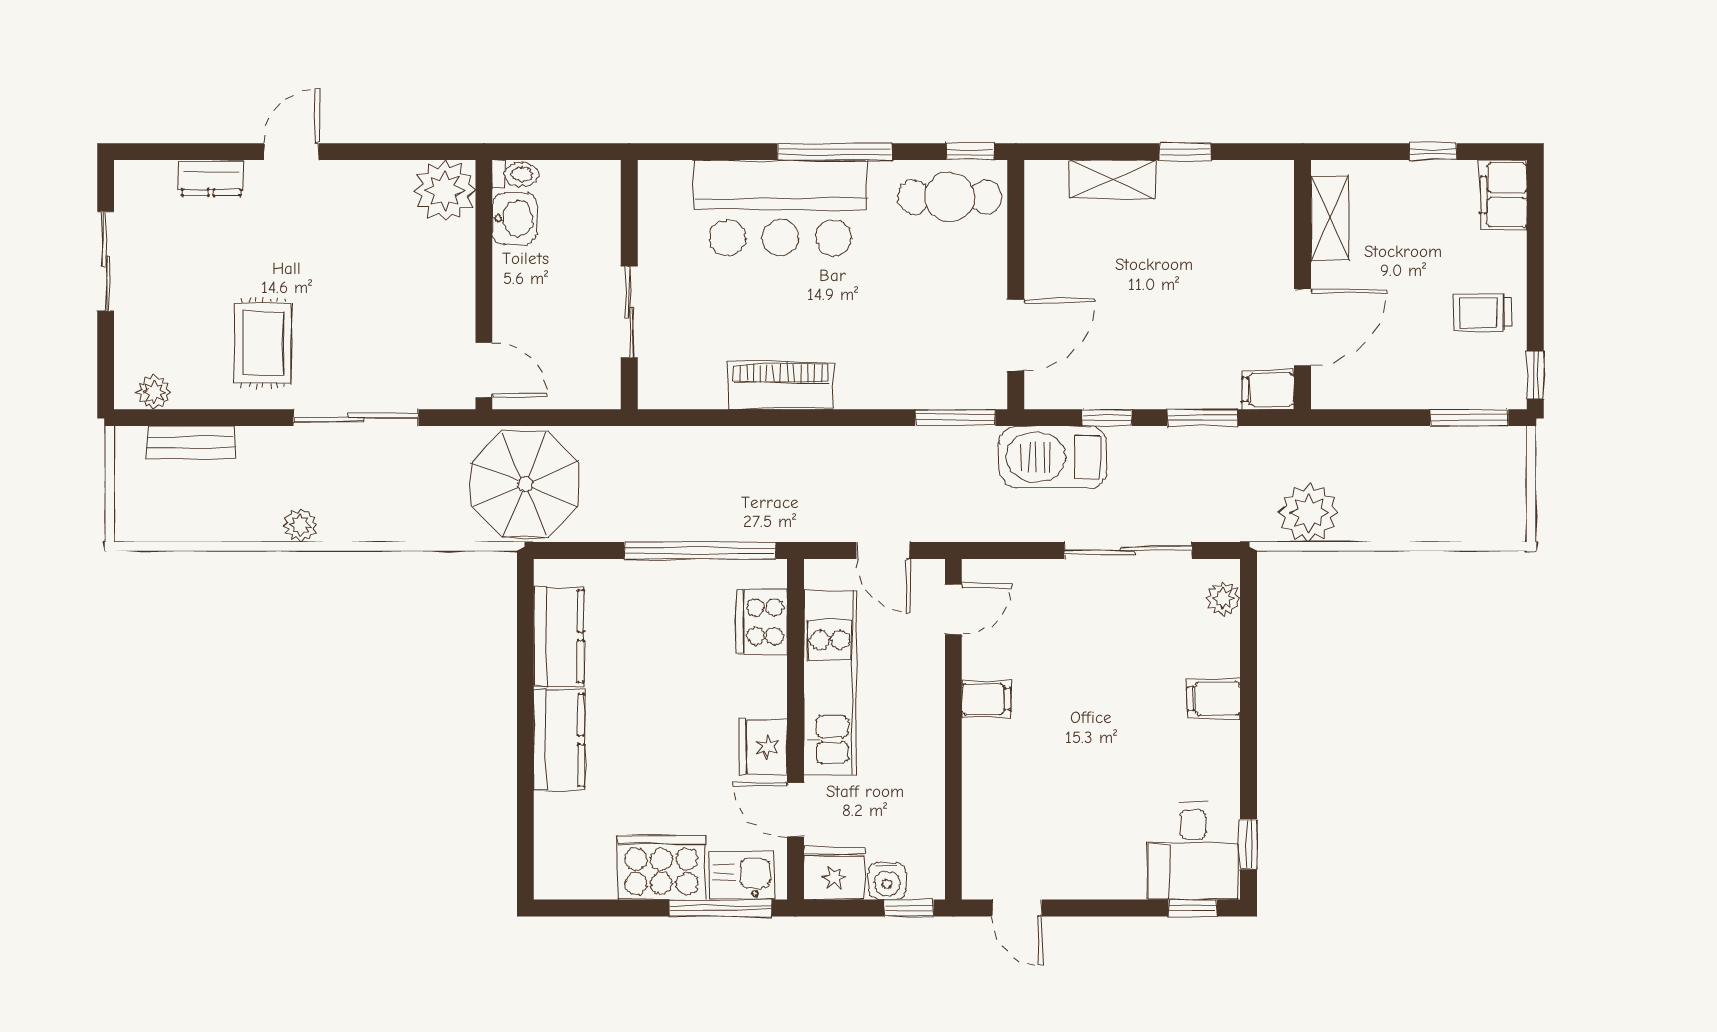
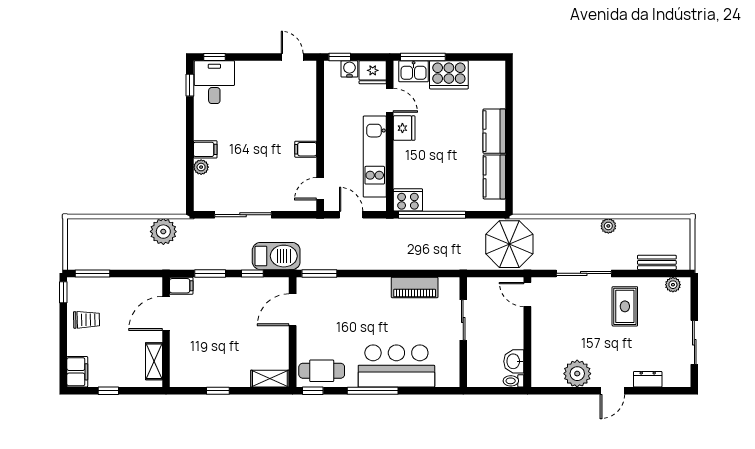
shelving: (1113, 179) -> (270, 379), moved
plant: (445, 191) -> (577, 374), moved
piano: (781, 386) -> (415, 287), moved
plant: (1223, 599) -> (201, 167), moved
cooker: (762, 622) -> (408, 200), moved, turned -90

